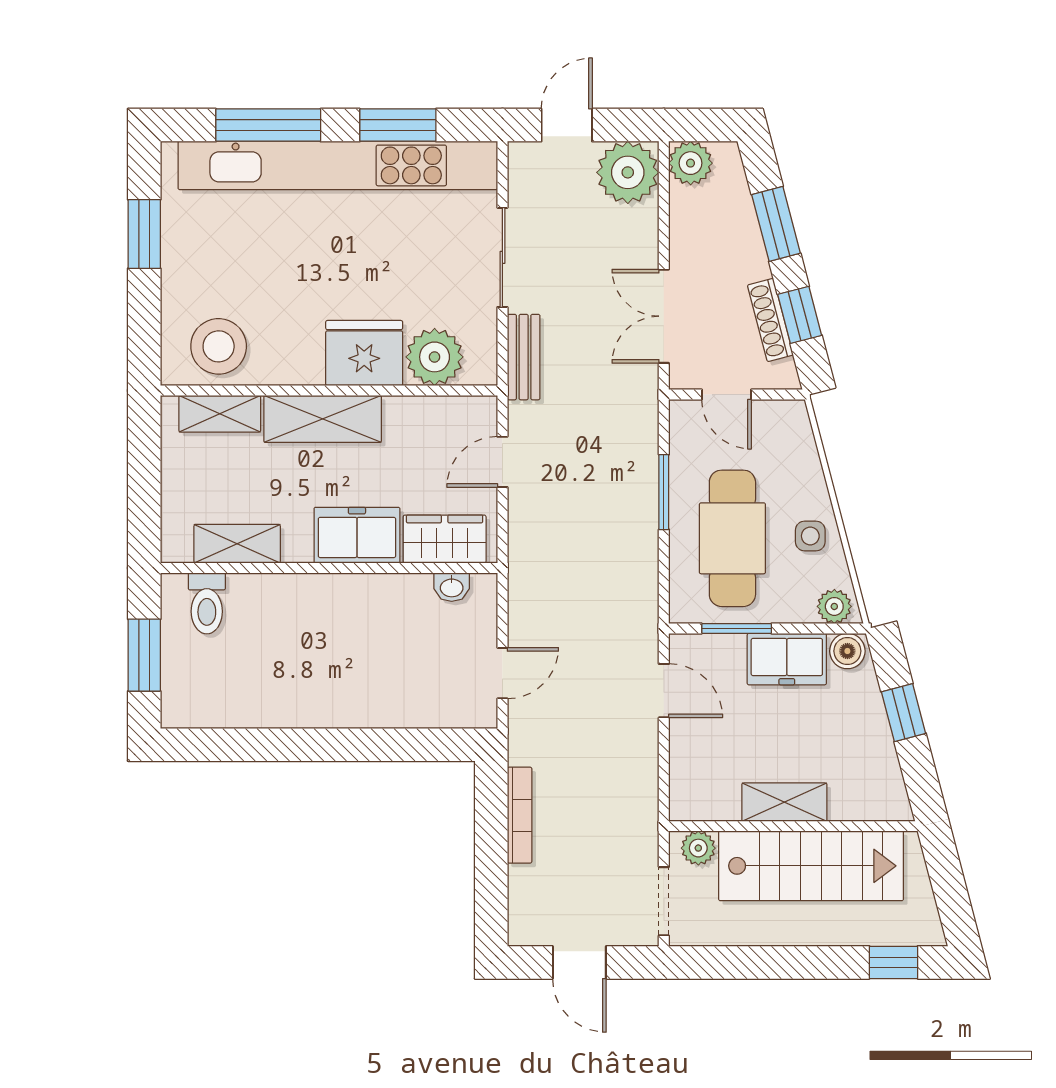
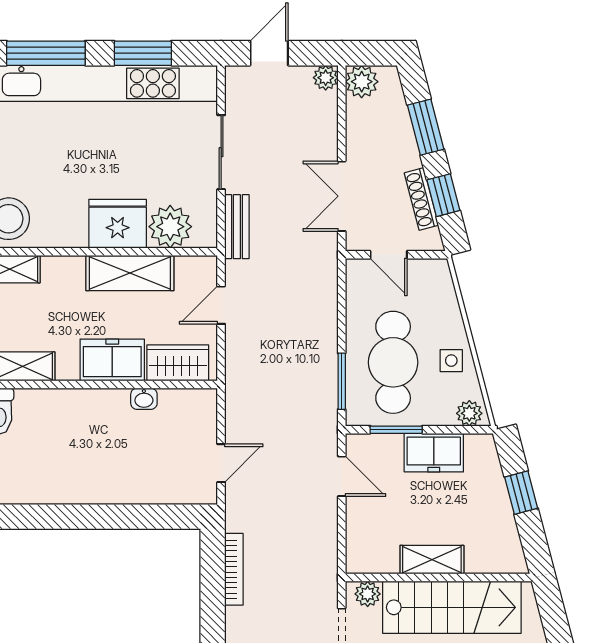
plant: (628, 172) -> (326, 78), width x0.53, depth x0.53
shelving: (323, 419) -> (130, 273), moved
window: (664, 492) -> (342, 381), moved
washbasin: (452, 587) -> (144, 399), moved
boiler: (847, 651) -> (479, 447), removed

